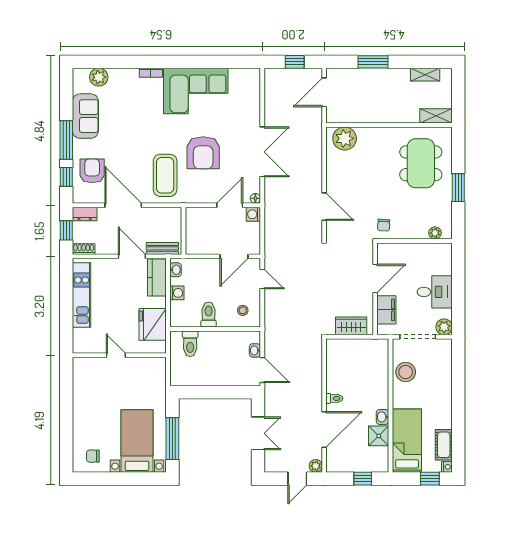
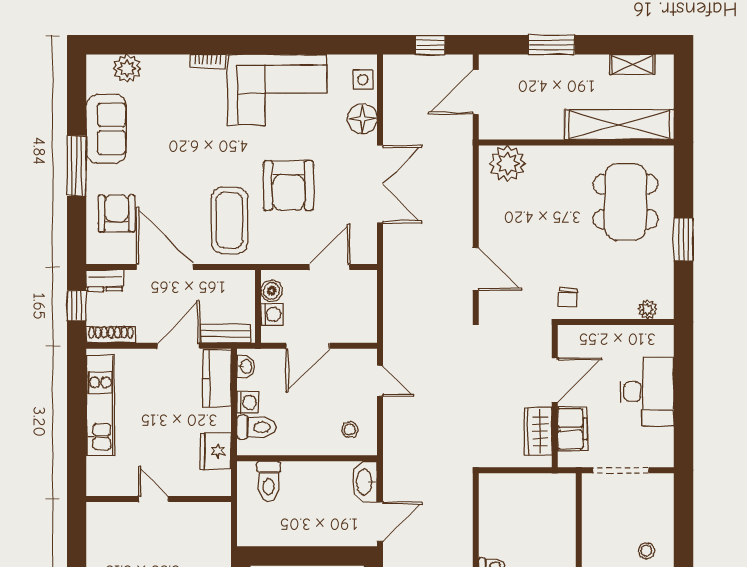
side table: (251, 84) -> (363, 79), added
shelving: (436, 116) -> (619, 125), width x2.20, depth x1.33
window: (66, 177) -> (77, 223), removed
floor lamp: (255, 198) -> (362, 119), moved, width x1.89, depth x1.89
washing machine: (253, 214) -> (272, 314), moved, turned 180
boiler: (192, 221) -> (272, 291), added
shoe rack: (84, 249) -> (111, 335), width x1.43
door: (132, 256) -> (178, 346), hinge flipped
door: (234, 256) -> (308, 346), moved
desk: (435, 292) -> (647, 392), width x1.37
toilet: (209, 315) -> (257, 427), moved, turned 90
fridge: (153, 324) -> (216, 451), width x0.73, depth x0.75
wardrobe: (351, 326) -> (538, 431), moved, turned -90
plant: (444, 327) -> (662, 455), removed
washbasin: (255, 350) -> (365, 482), width x1.91, depth x1.45
door: (262, 370) -> (380, 522), hinge flipped
stool: (406, 372) -> (646, 551), moved, width x0.53, depth x0.53

